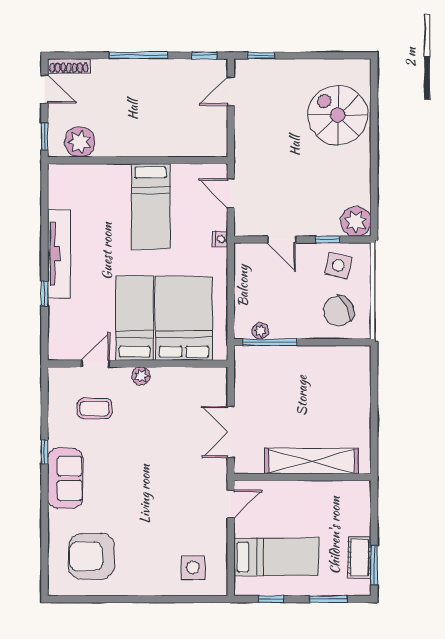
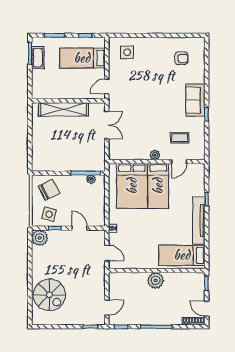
plant: (80, 142) -> (156, 280), moved
bed: (151, 206) -> (182, 255), moved, turned -90
armchair: (91, 556) -> (181, 58), width x0.53, depth x0.53

